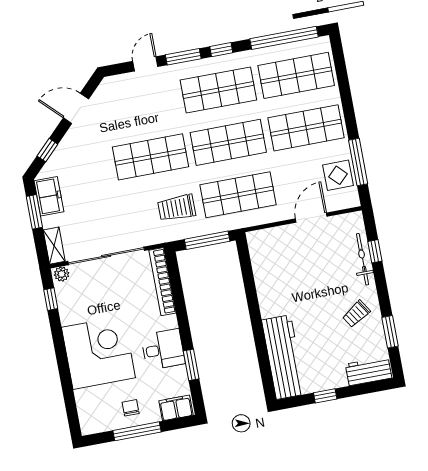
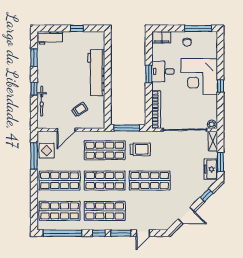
window: (375, 251) -> (34, 89), moved
window: (51, 299) -> (220, 86), moved
trolley: (356, 314) -> (80, 110), moved
workbench: (283, 357) -> (96, 73), moved
window: (191, 365) -> (149, 74), moved
window: (137, 431) -> (198, 28), moved

